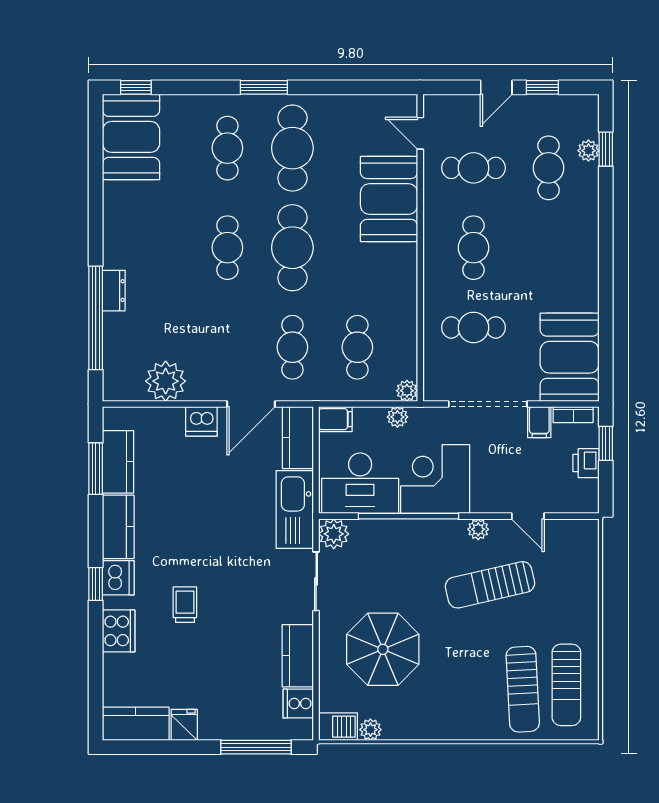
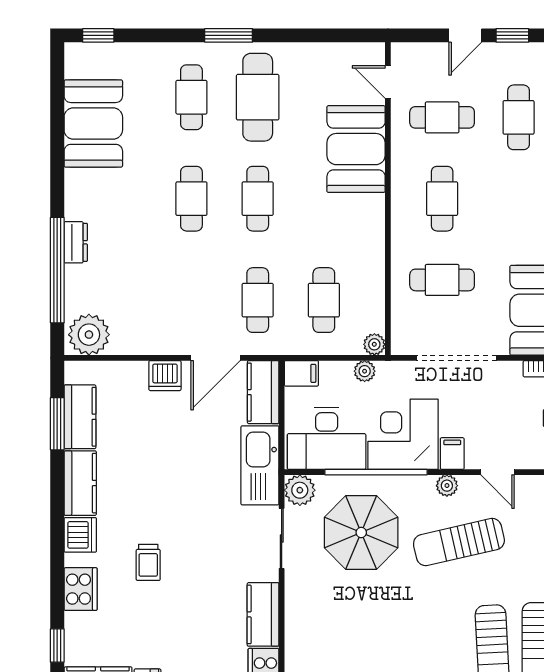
booth: (131, 137) -> (93, 123), moved
cafe table: (292, 248) -> (258, 199), width x0.73, depth x0.74
plant: (166, 381) -> (89, 335), moved
filing cabinet: (539, 422) -> (452, 454), moved, turned 180
window: (96, 584) -> (57, 645), moved
trolley: (185, 605) -> (148, 562), turned 180
parasol: (383, 649) -> (361, 532), moved

